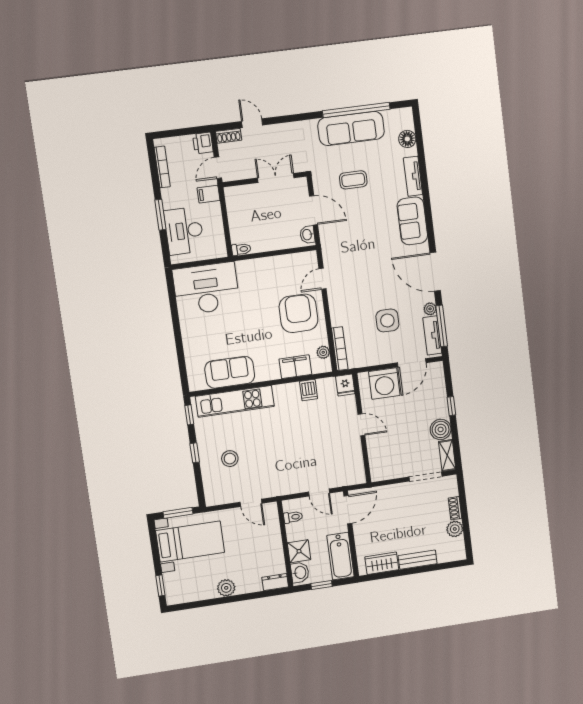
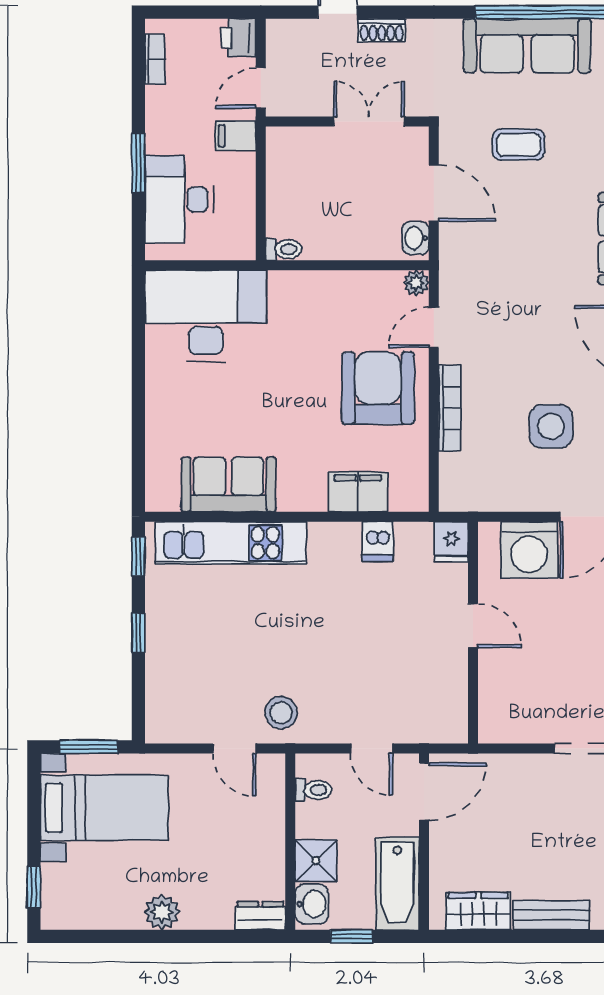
shoe rack: (229, 136) -> (382, 30), moved
bookcase: (162, 167) -> (155, 59), width x0.64
bookcase: (340, 349) -> (450, 408), moved
plant: (323, 352) -> (416, 283), moved
stool: (230, 459) -> (281, 713), moved

